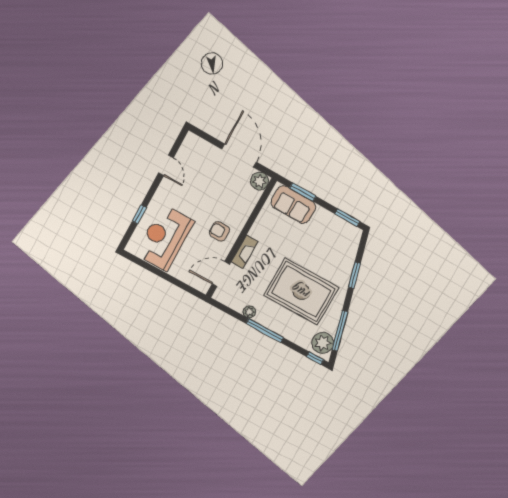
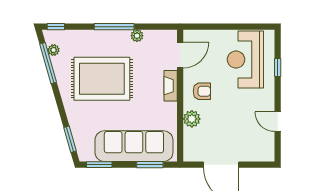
plant: (260, 181) -> (192, 119), moved
sofa: (293, 205) -> (134, 146), width x1.85, depth x1.27
reception desk: (165, 238) -> (245, 60), turned 180
window: (354, 275) -> (70, 139), moved
plant: (323, 343) -> (54, 50), width x0.53, depth x0.53

